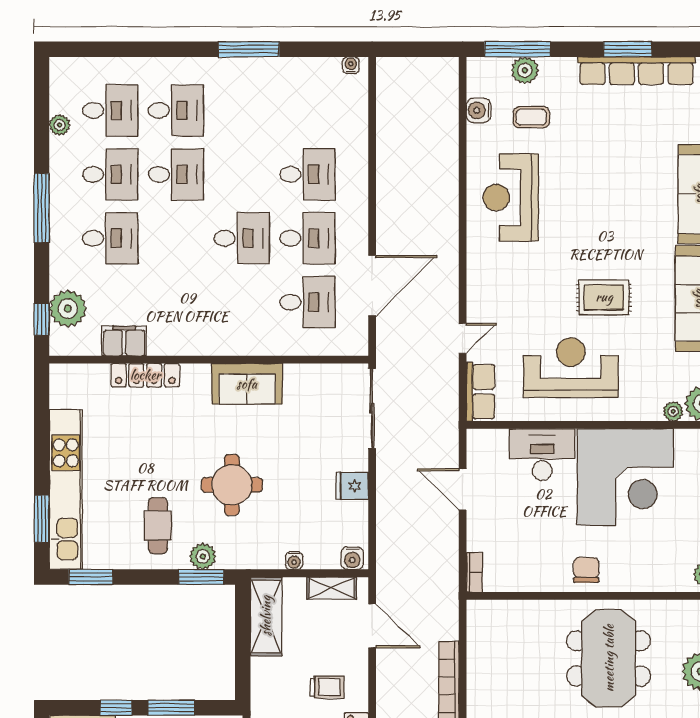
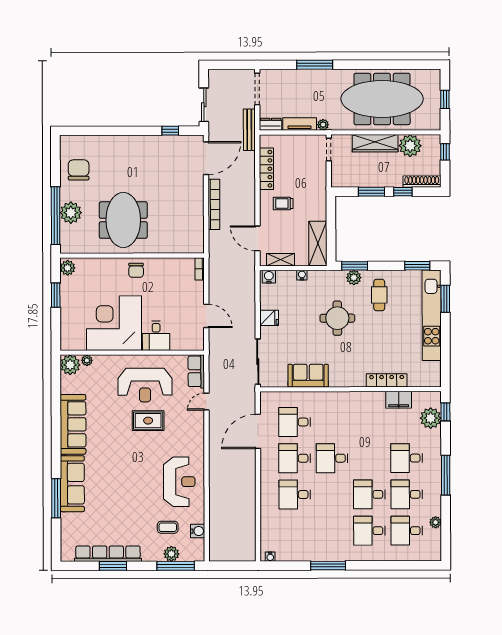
rug: (604, 297) -> (148, 421), moved
sofa: (247, 384) -> (308, 376), moved
desk: (542, 455) -> (156, 336), width x0.73

